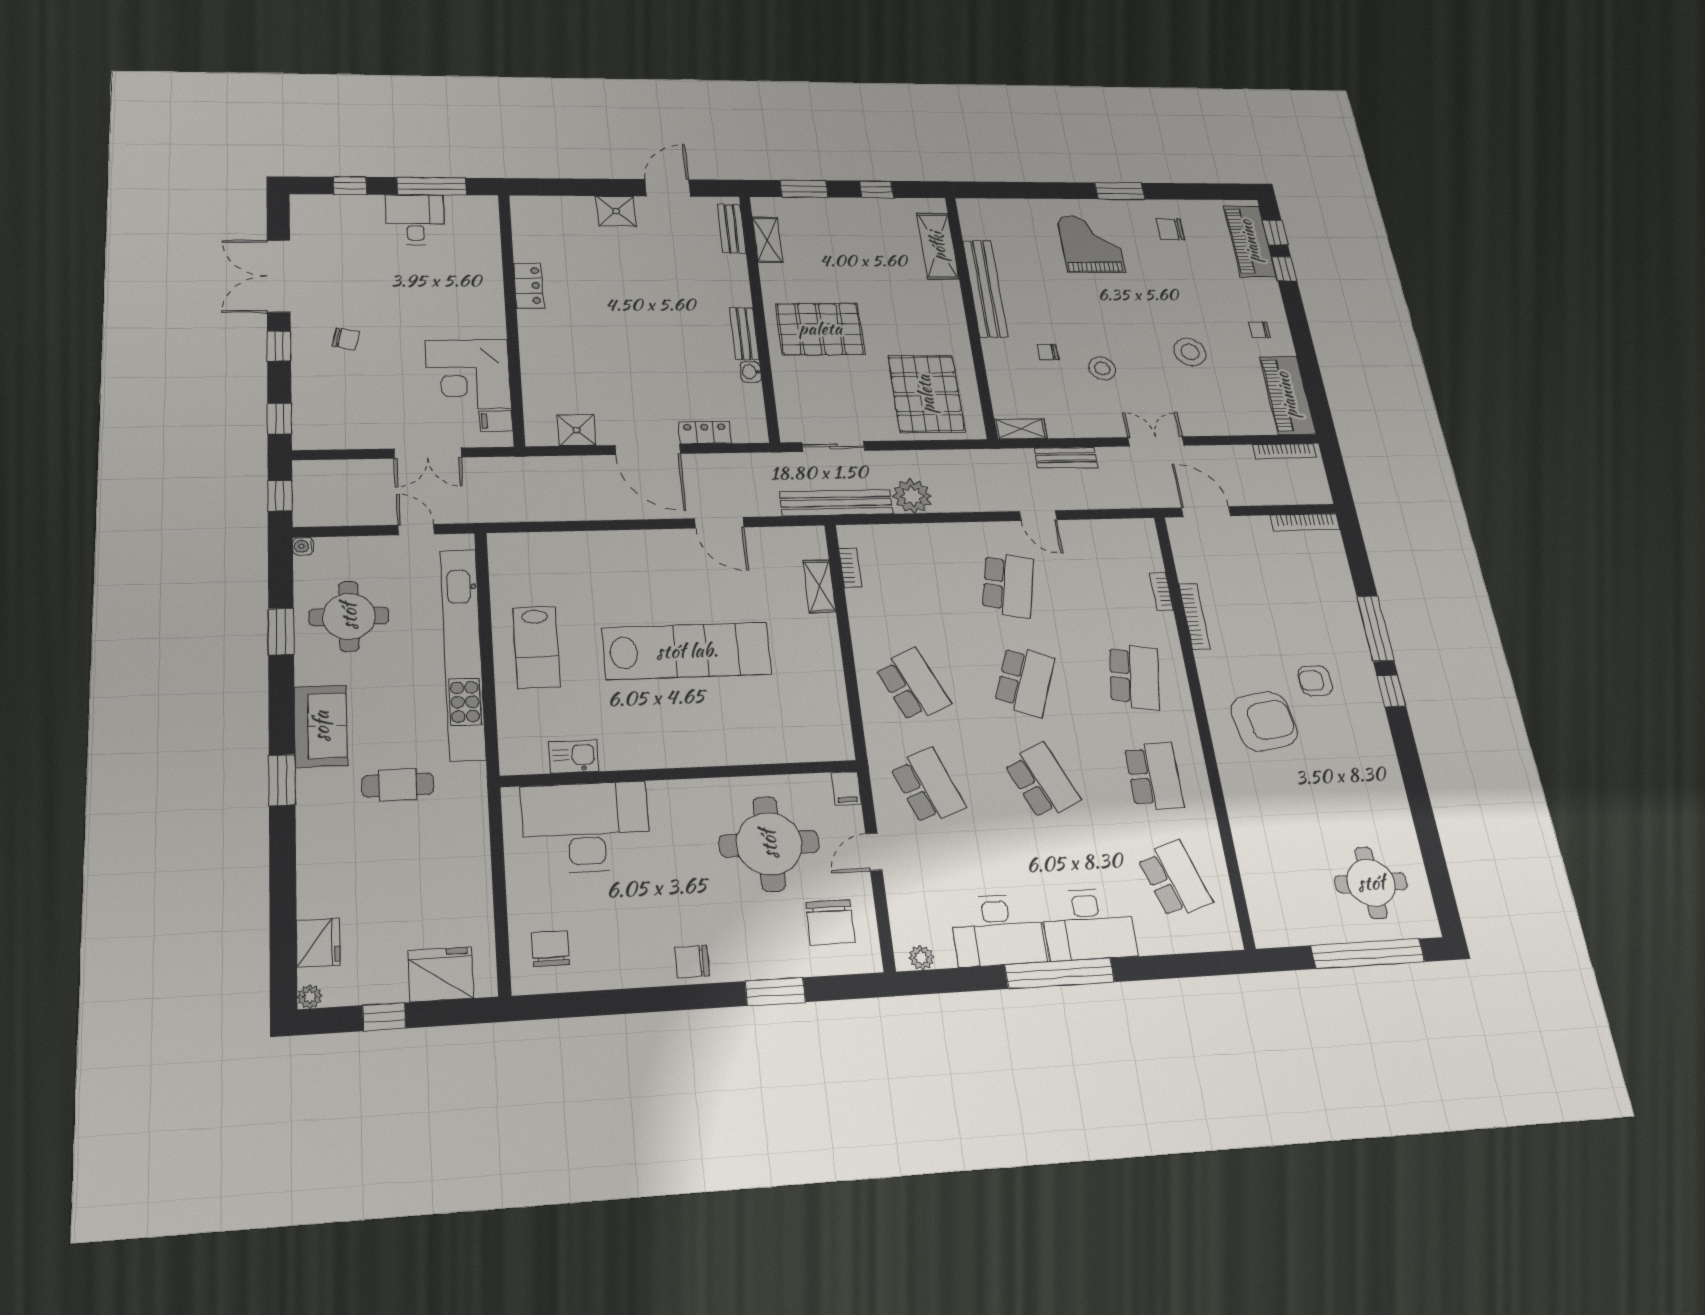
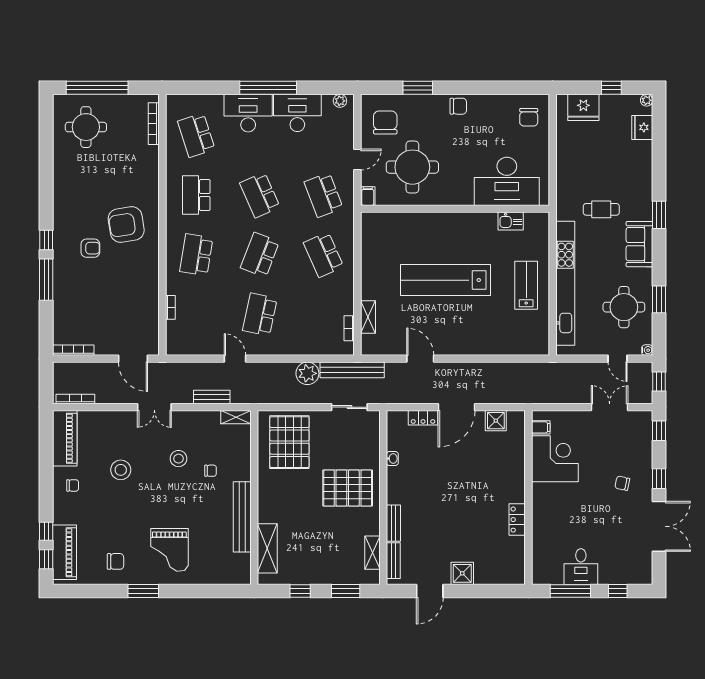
bench: (744, 333) -> (393, 523), moved
door: (648, 450) -> (457, 407), swing flipped
double door: (428, 453) -> (610, 407), moved
door: (416, 530) -> (618, 359), moved
bookcase: (1194, 616) -> (154, 124), moved

